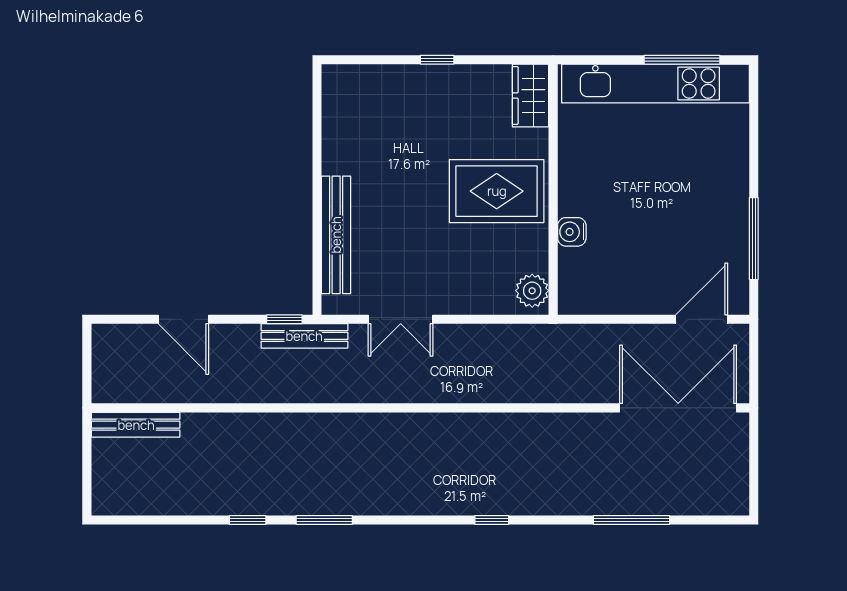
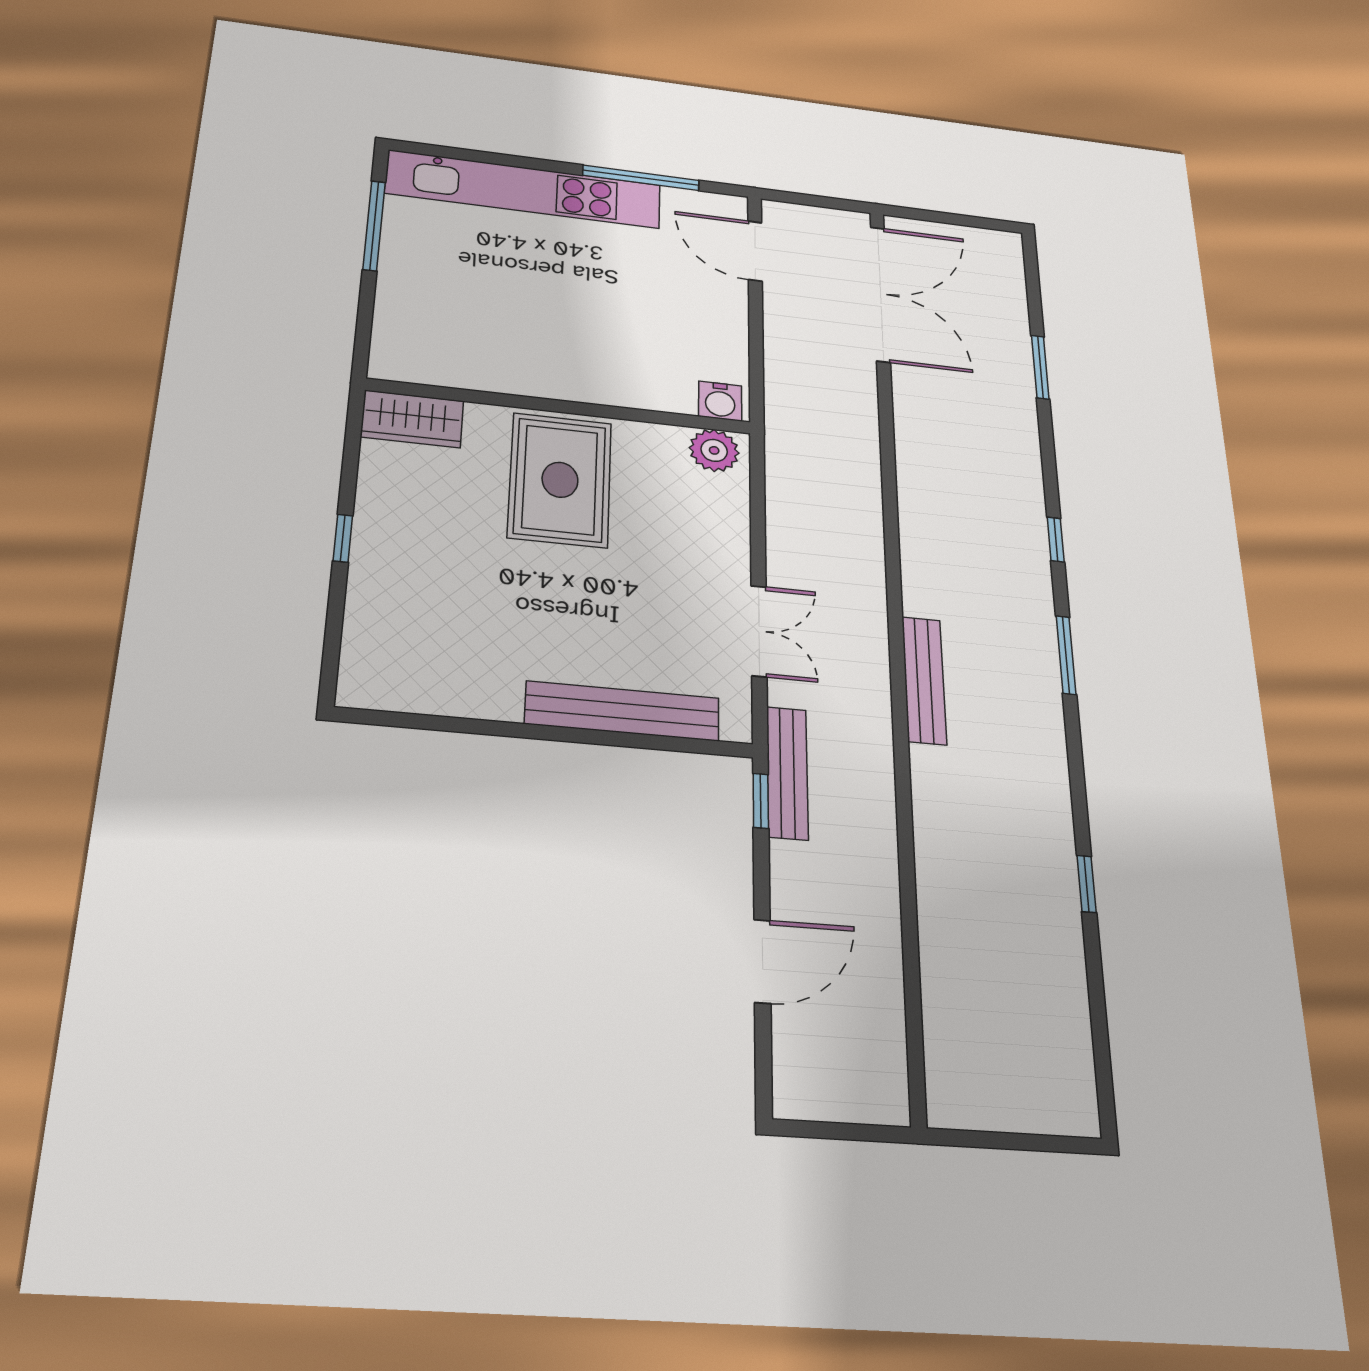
kitchen unit: (655, 83) -> (524, 189), moved, turned 90
water cooler: (572, 232) -> (720, 401), moved
double door: (678, 408) -> (880, 294), swing flipped
bench: (136, 425) -> (924, 680), moved
window: (324, 520) -> (1066, 655), moved
window: (632, 520) -> (1040, 367), width x0.69

